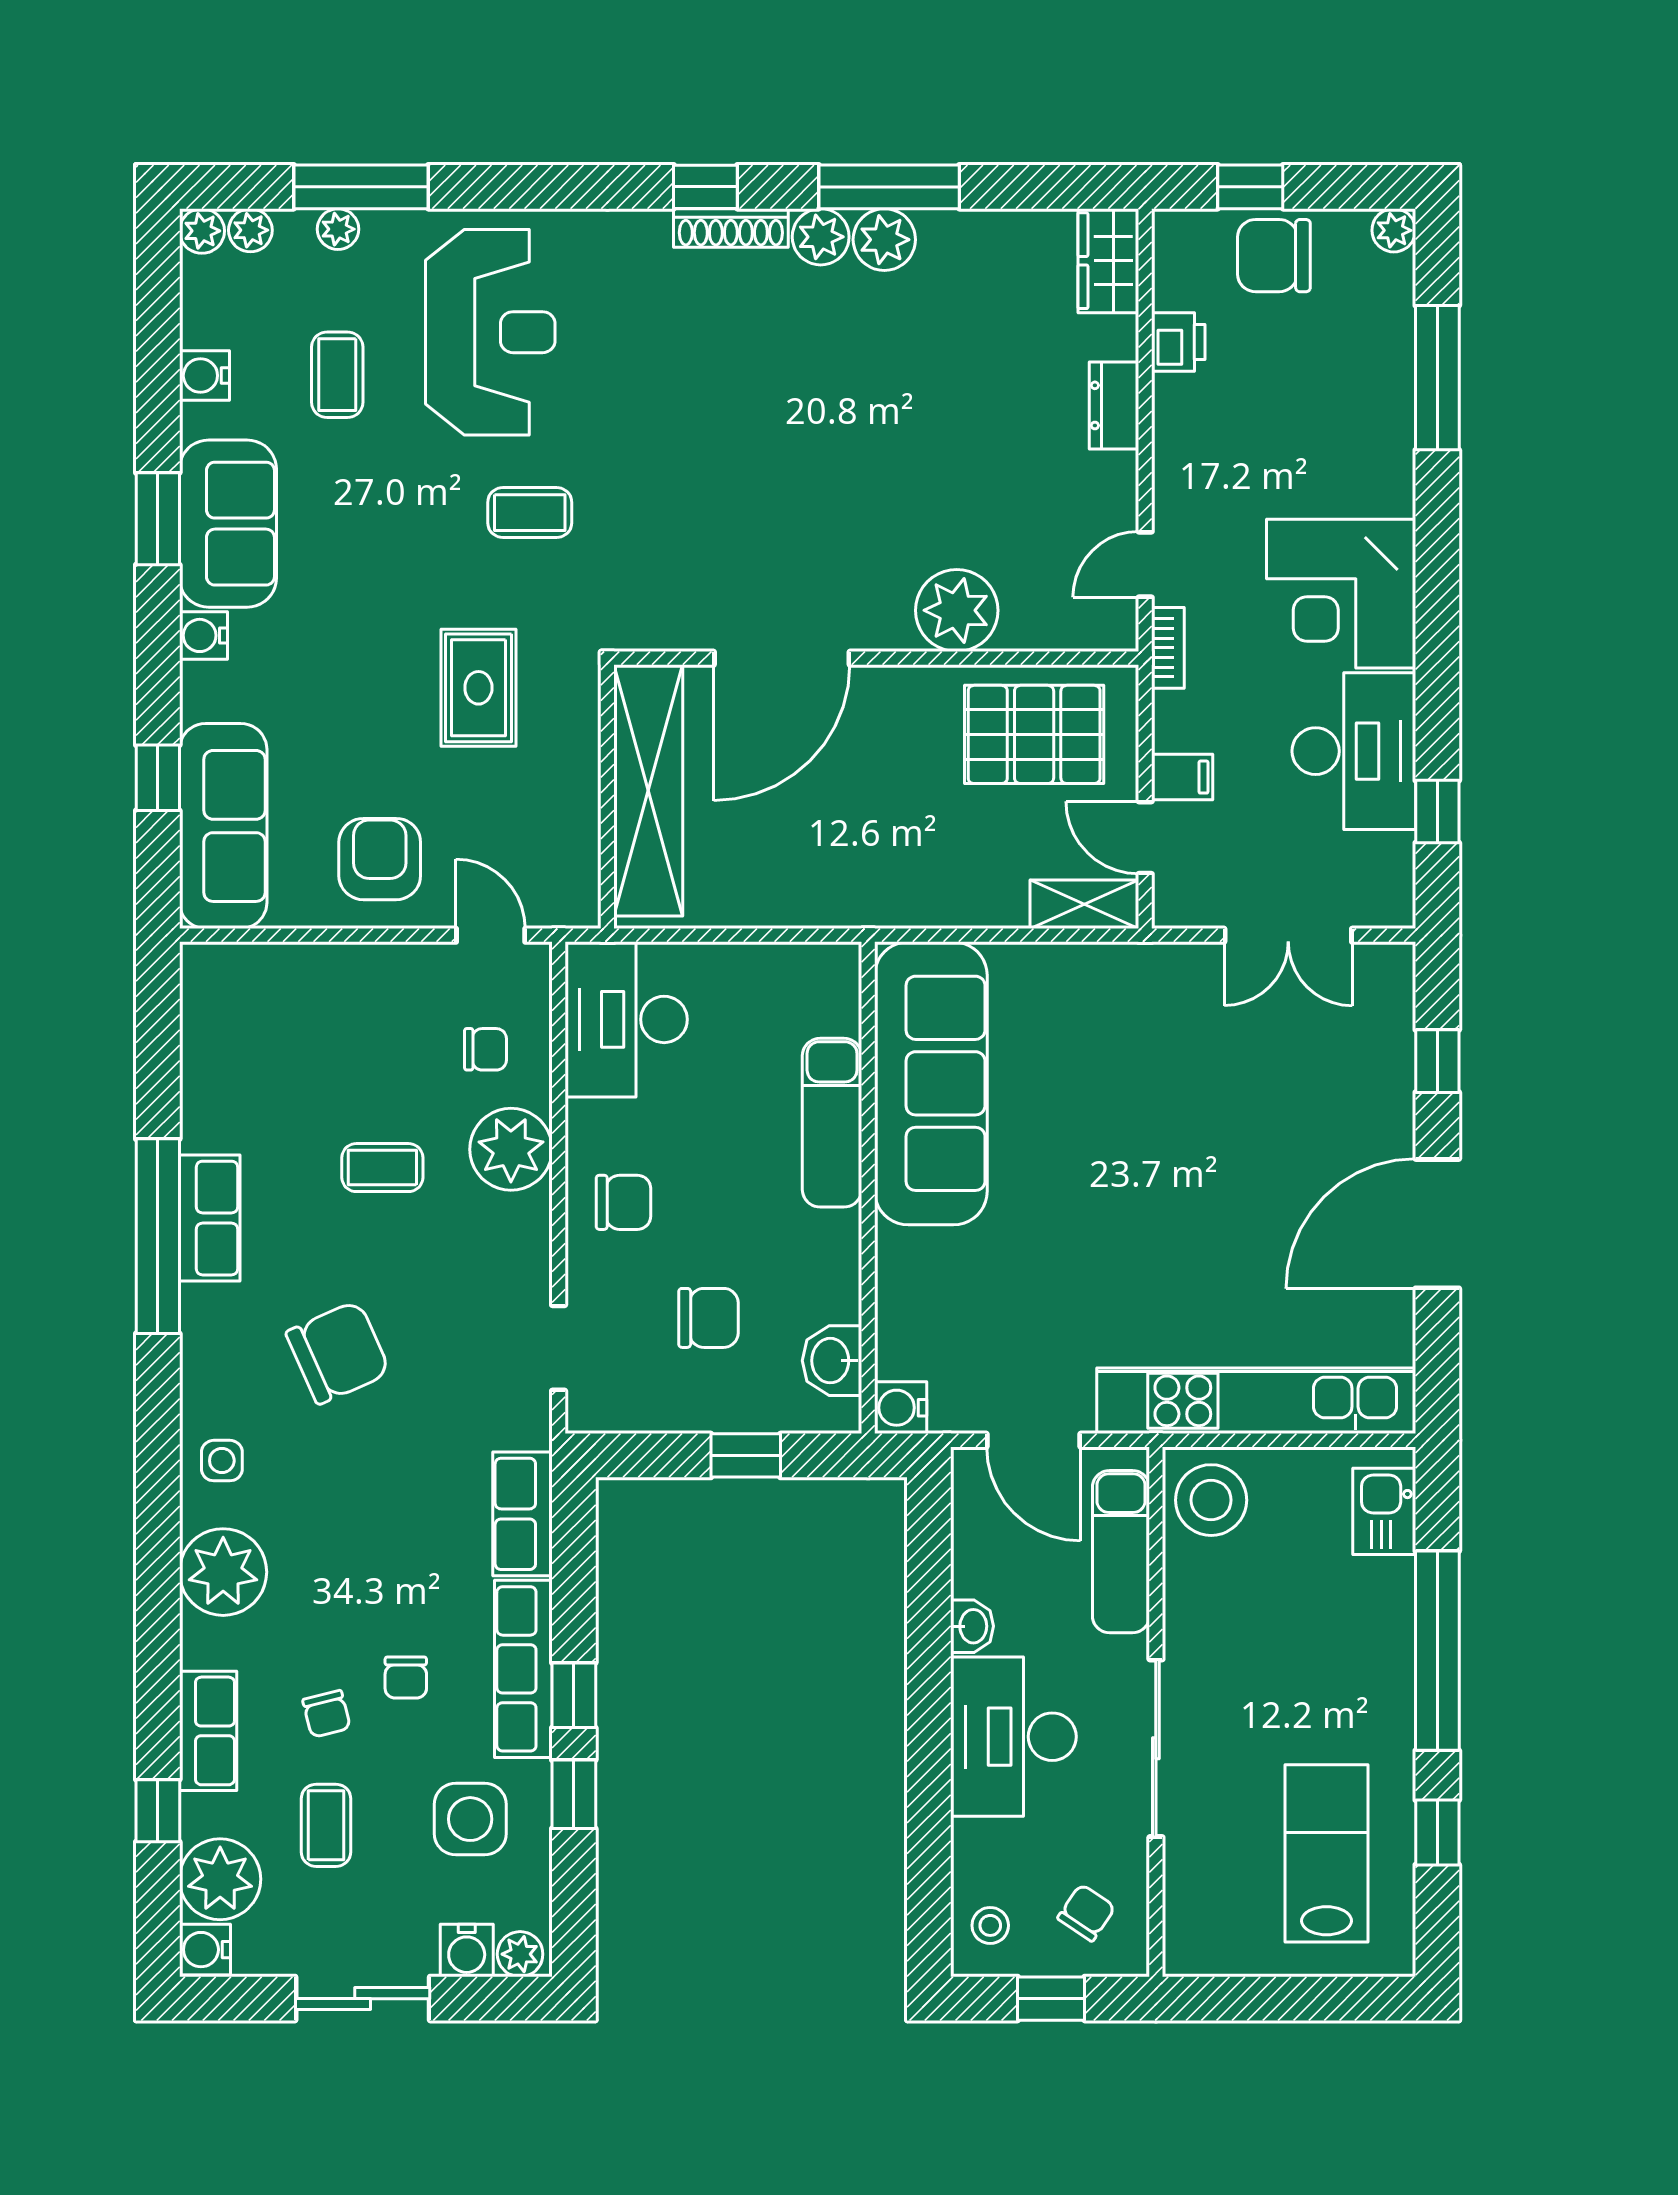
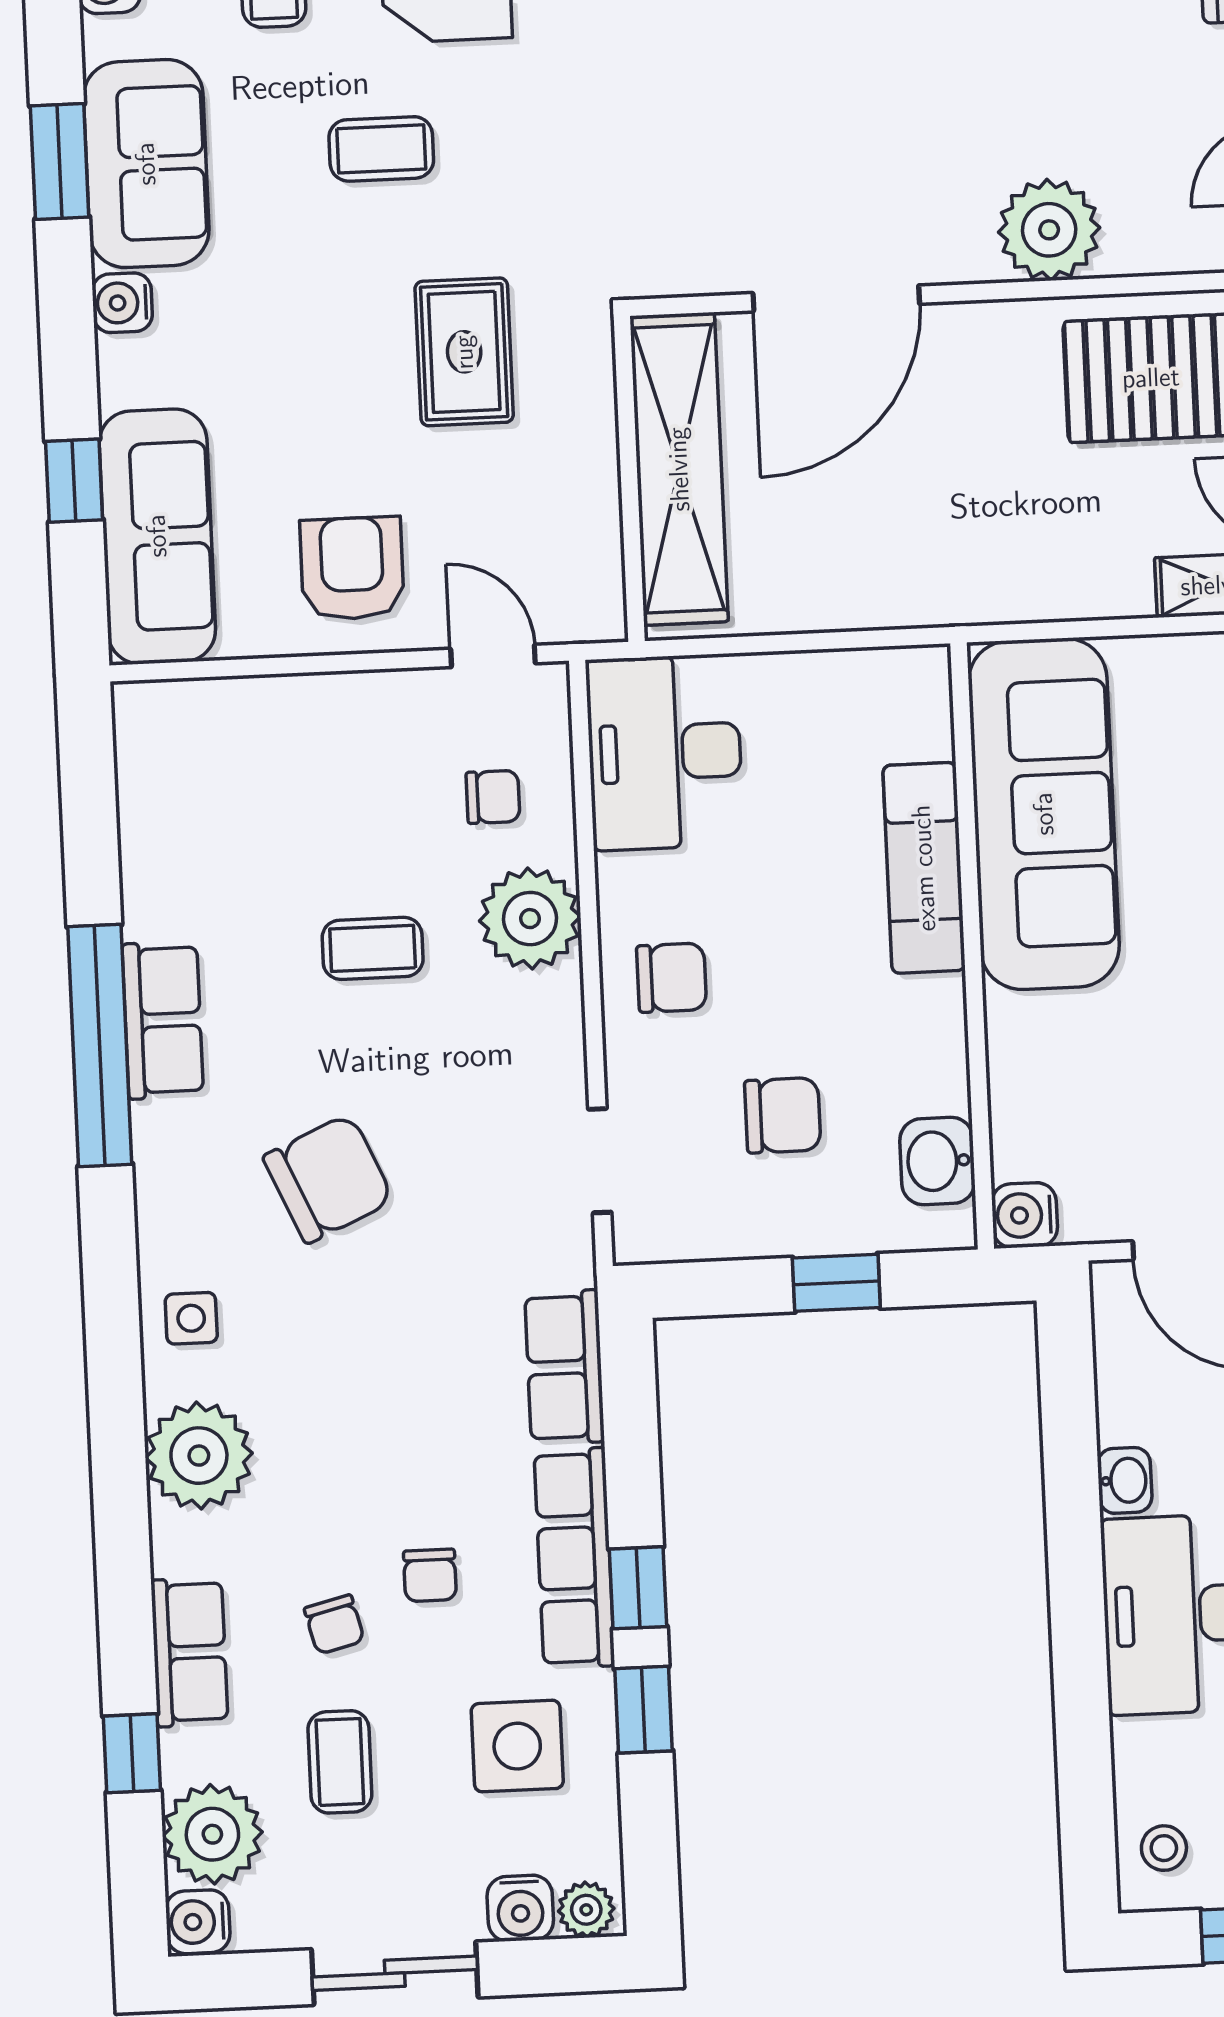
coffee table: (530, 513) -> (381, 149), moved

